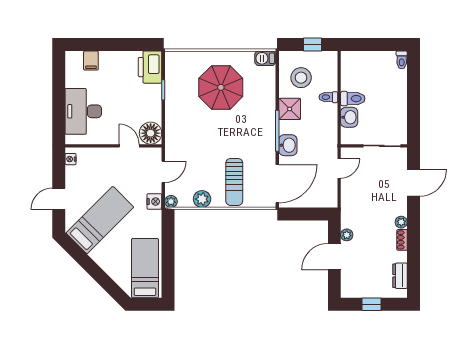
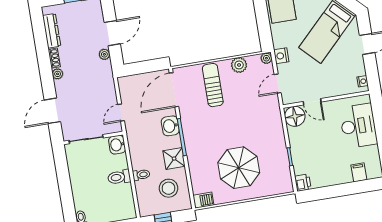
printer: (150, 67) -> (303, 183), width x0.53, depth x0.68
washbasin: (349, 117) -> (117, 145), moved
dresser: (400, 276) -> (52, 31), width x1.44

